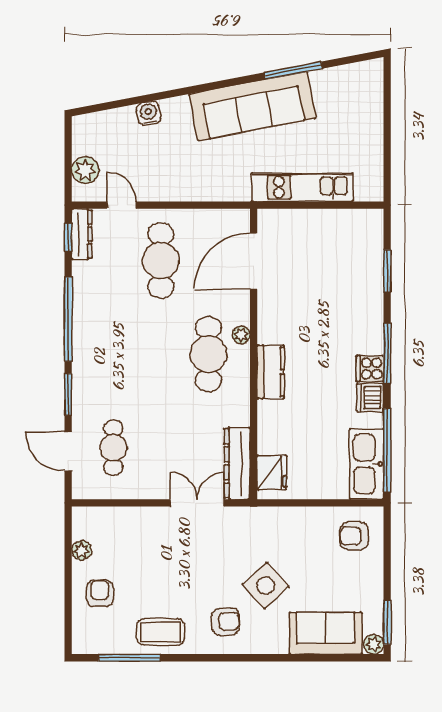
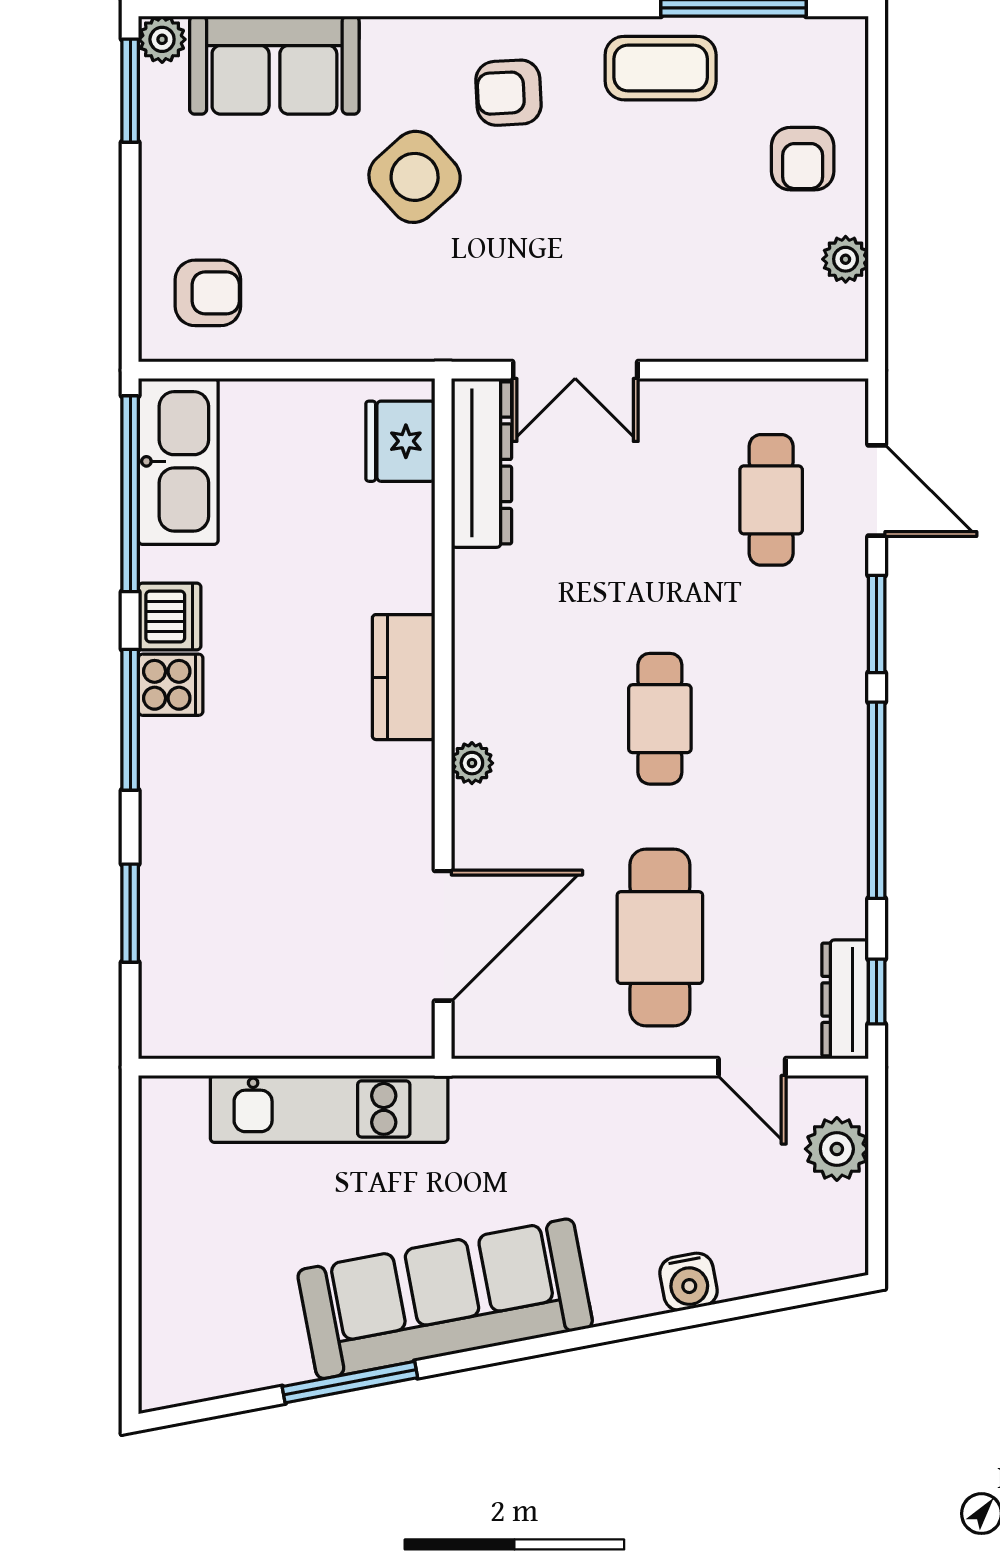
cafe table: (208, 354) -> (660, 719), moved, width x0.73, depth x0.74

